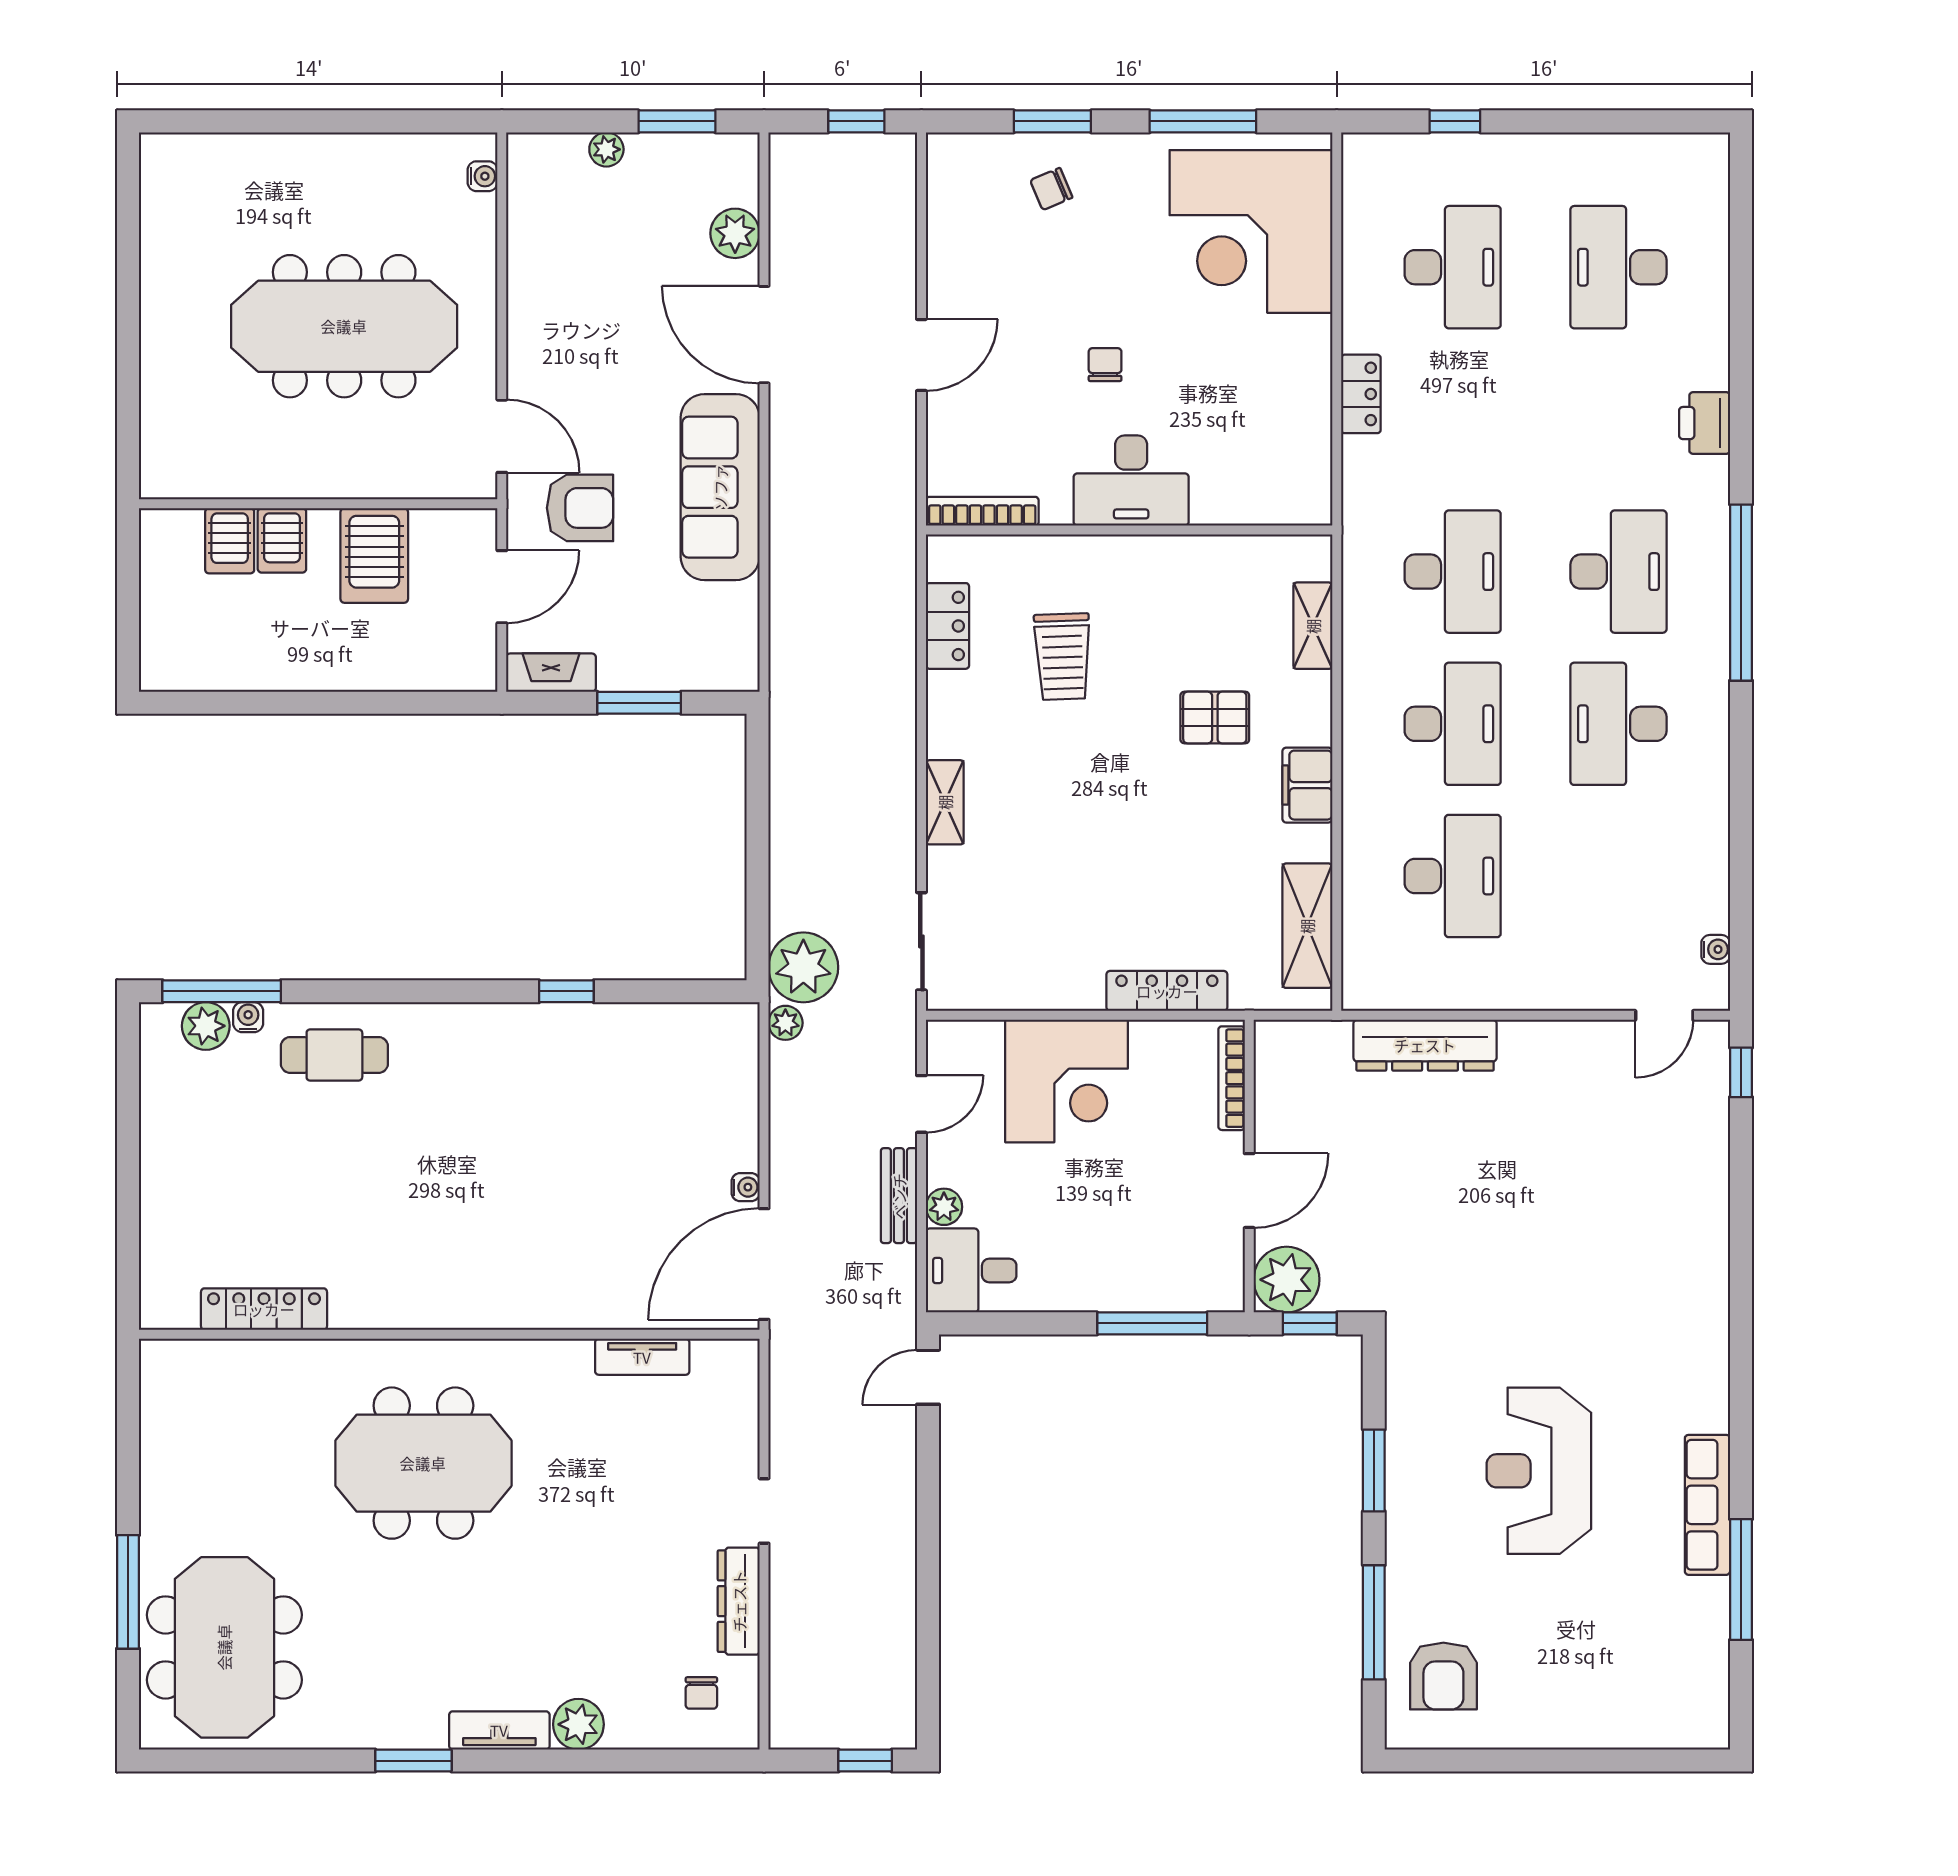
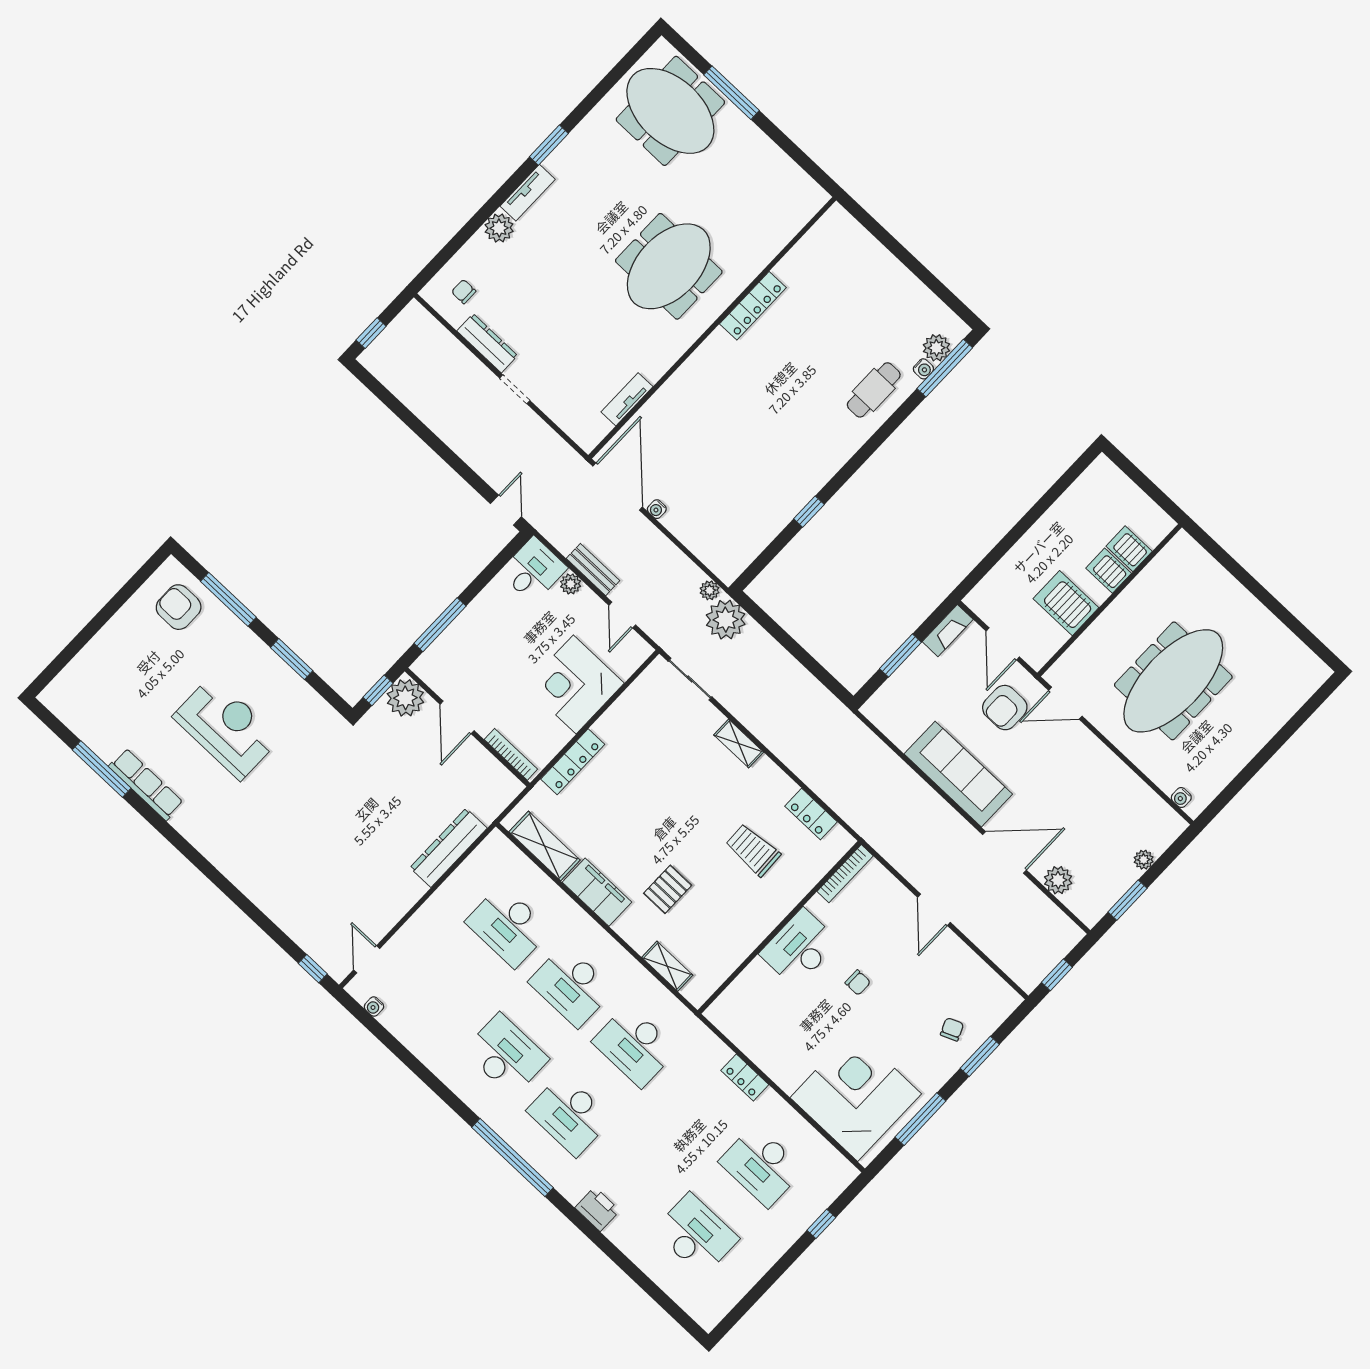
filing cabinet: (1307, 785) -> (597, 892), width x1.50, depth x1.17
locker: (264, 1309) -> (753, 306), moved

